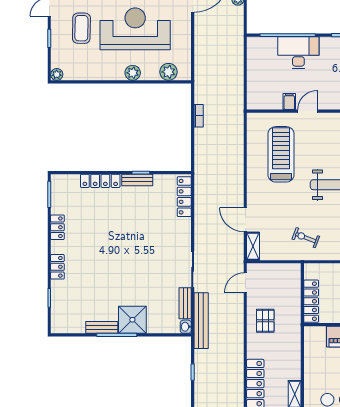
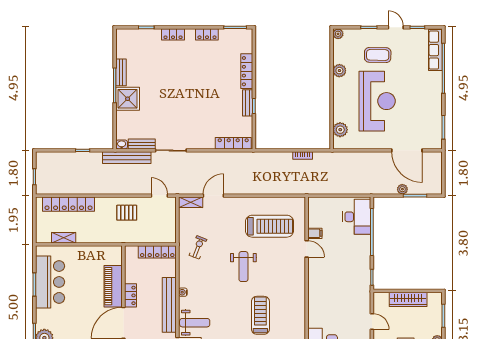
desk: (298, 53) -> (357, 217), moved
plant: (133, 73) -> (339, 71), moved
locker: (311, 301) -> (157, 252), moved

